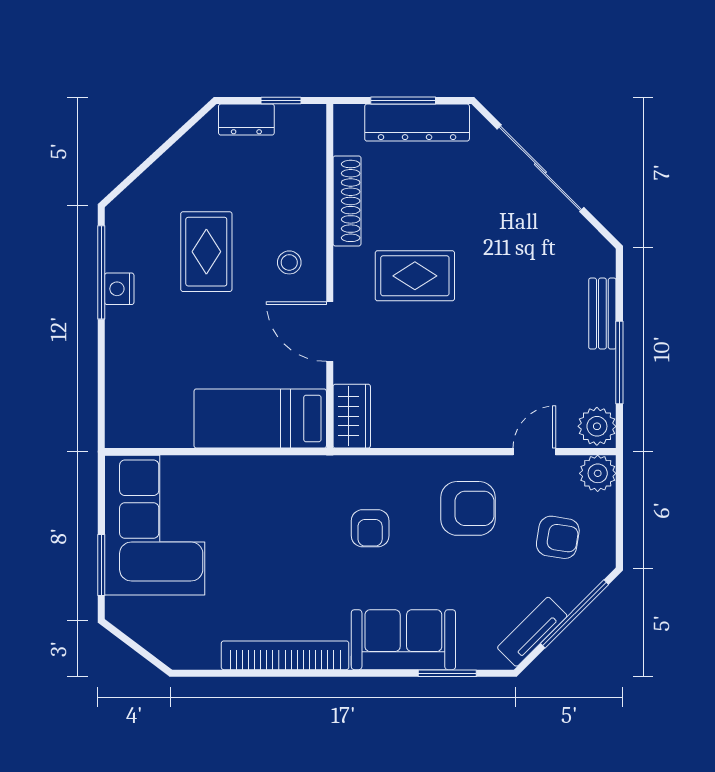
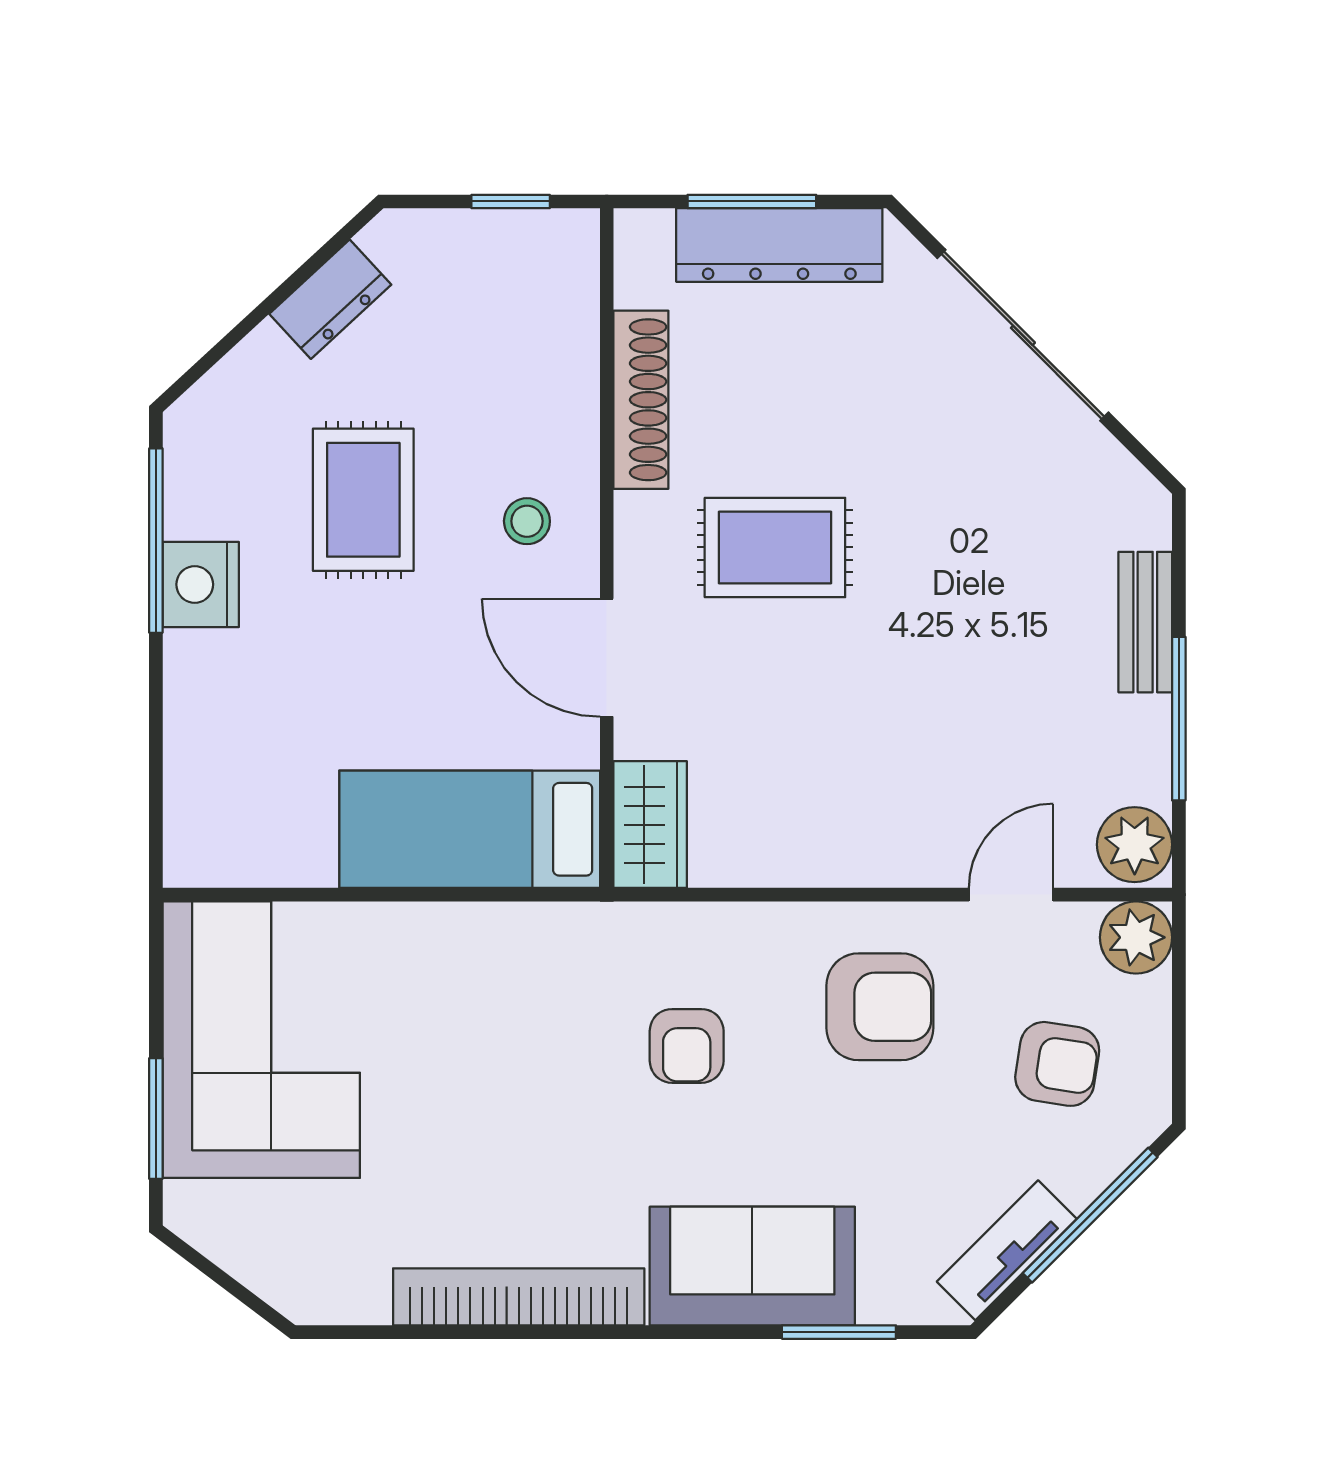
dresser: (246, 120) -> (330, 299), moved, turned -43
nightstand: (119, 289) -> (201, 584), width x1.36, depth x1.33

